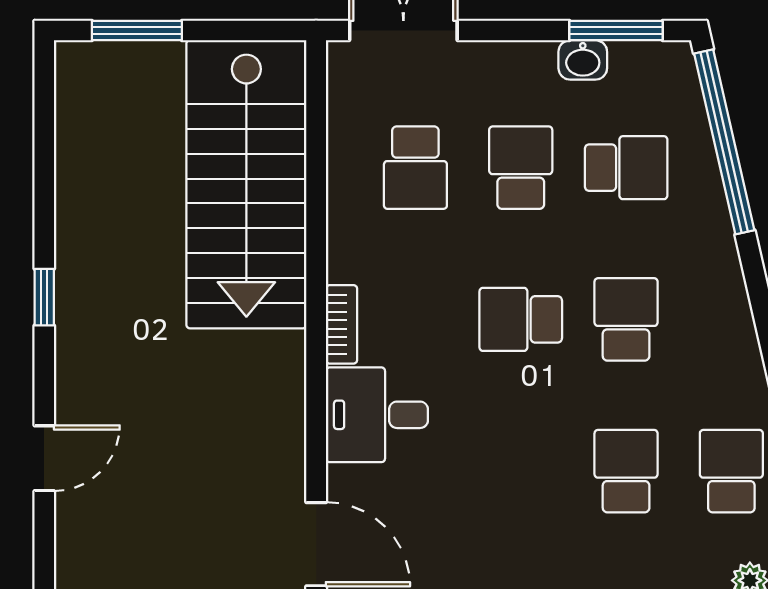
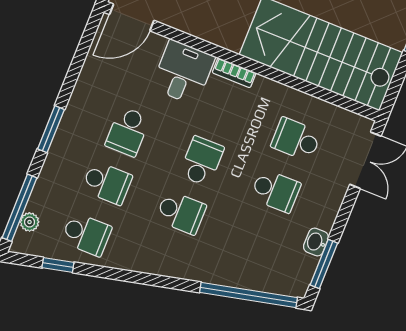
school desk: (626, 168) -> (128, 132), moved

